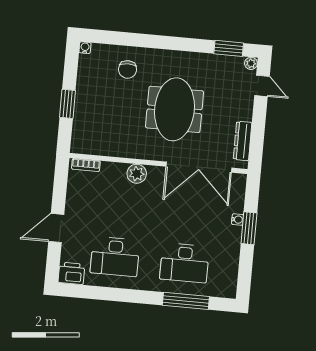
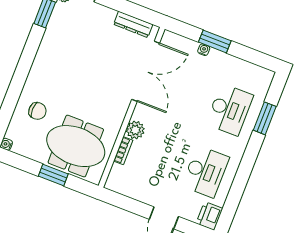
meeting table: (175, 109) -> (76, 146), moved
bookcase: (86, 165) -> (123, 151), moved
window: (186, 301) -> (265, 118), width x0.69

